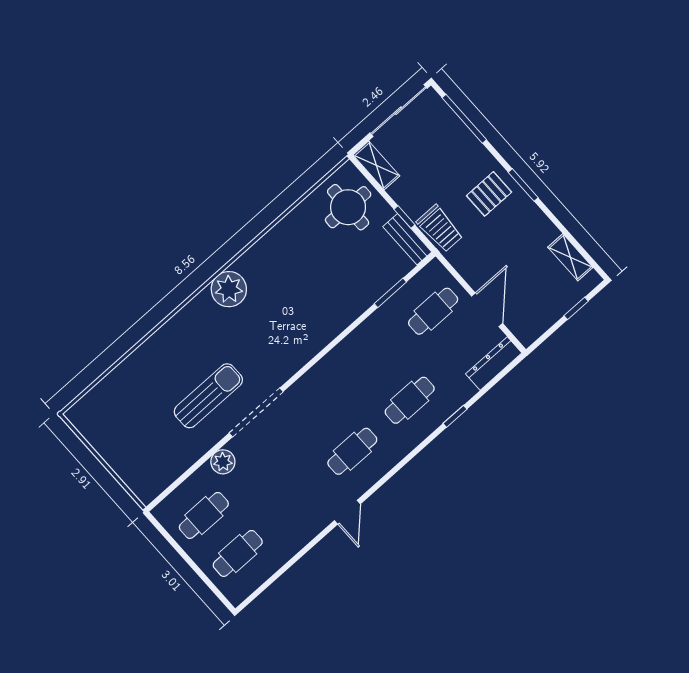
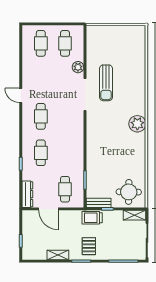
shelving: (570, 257) -> (58, 255), moved

